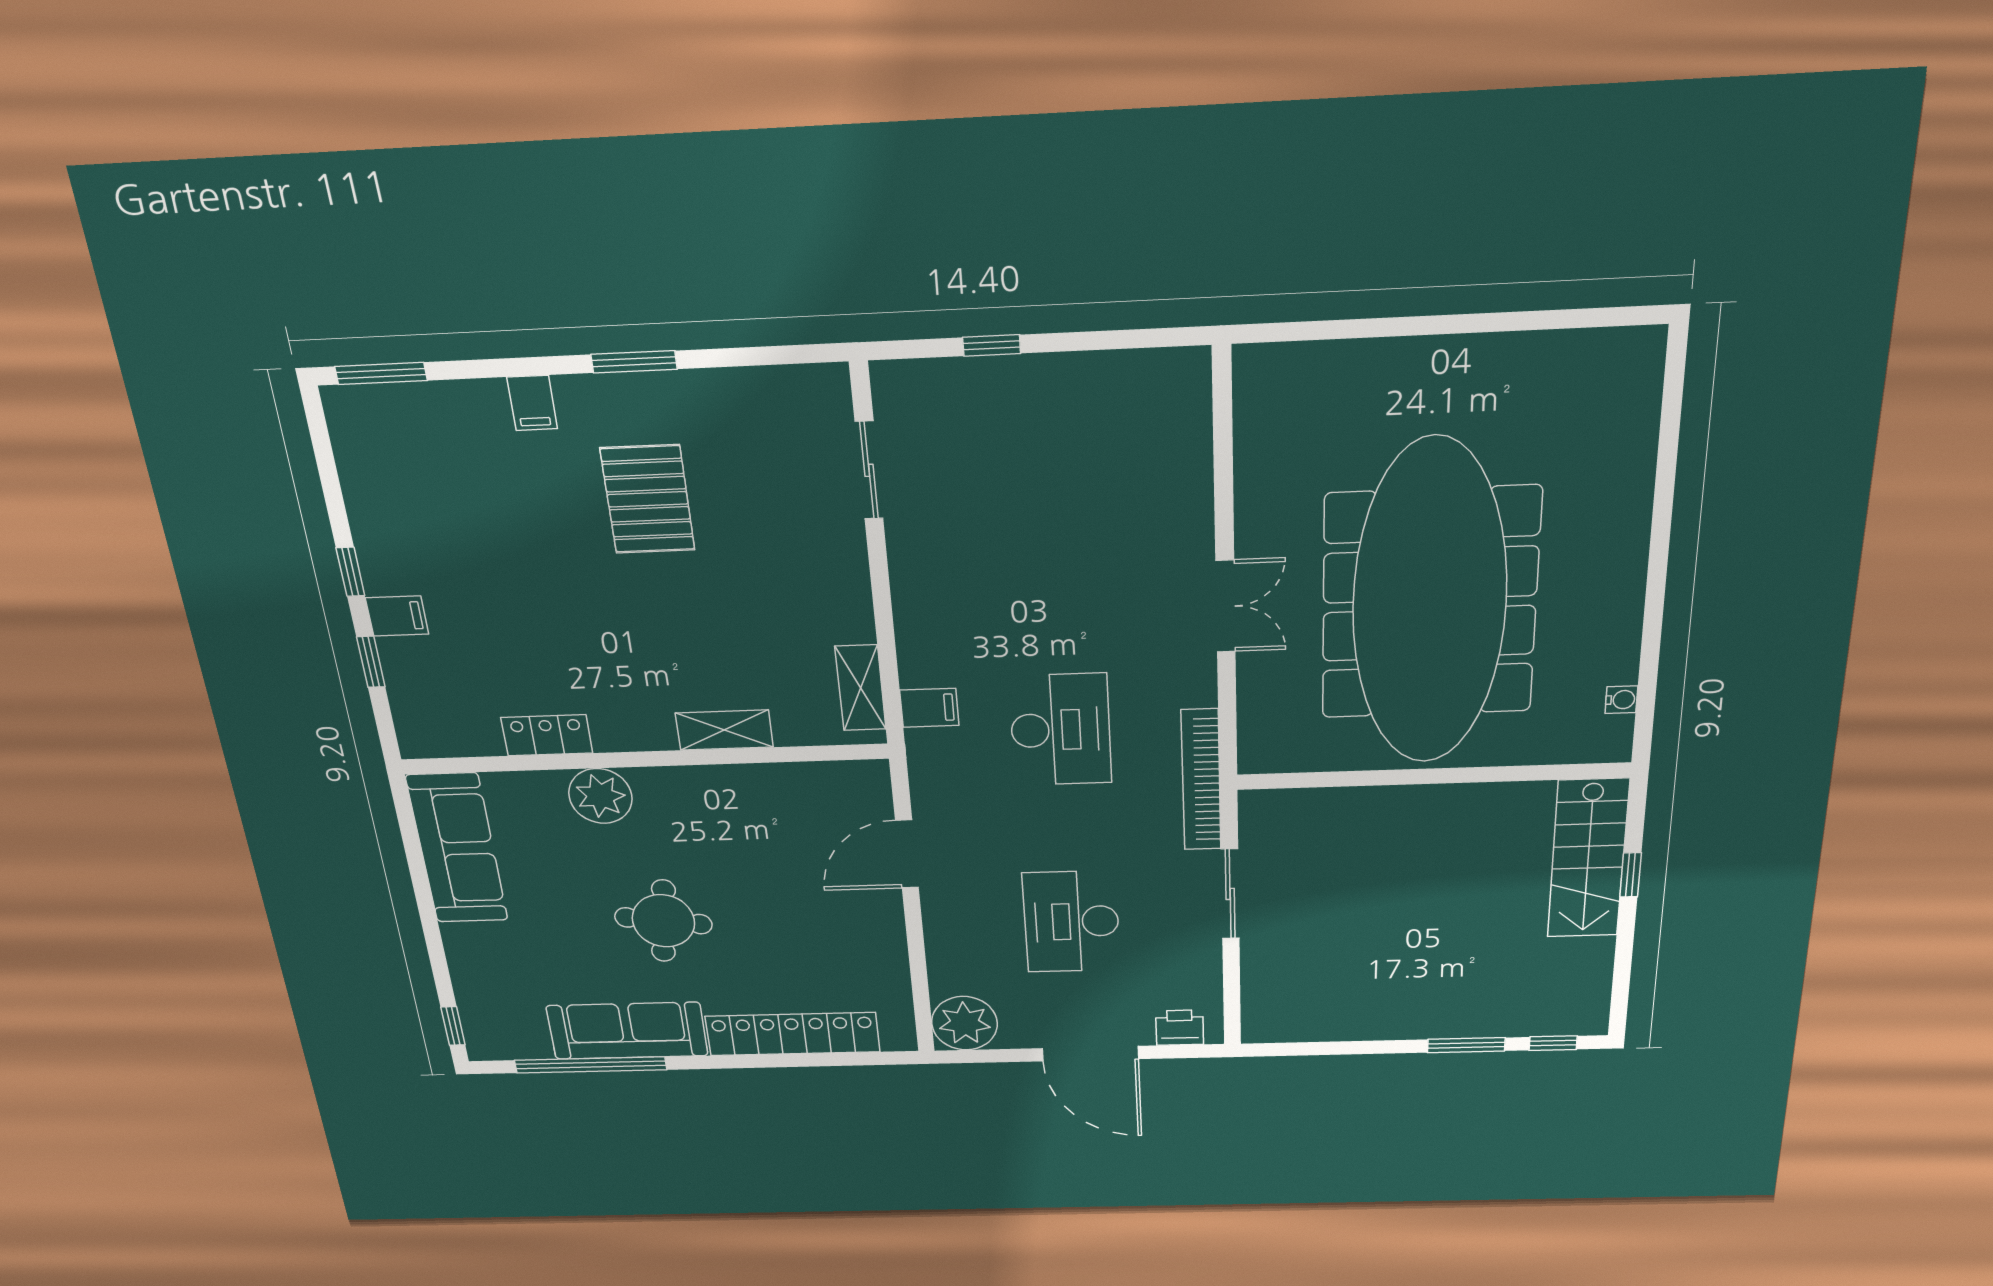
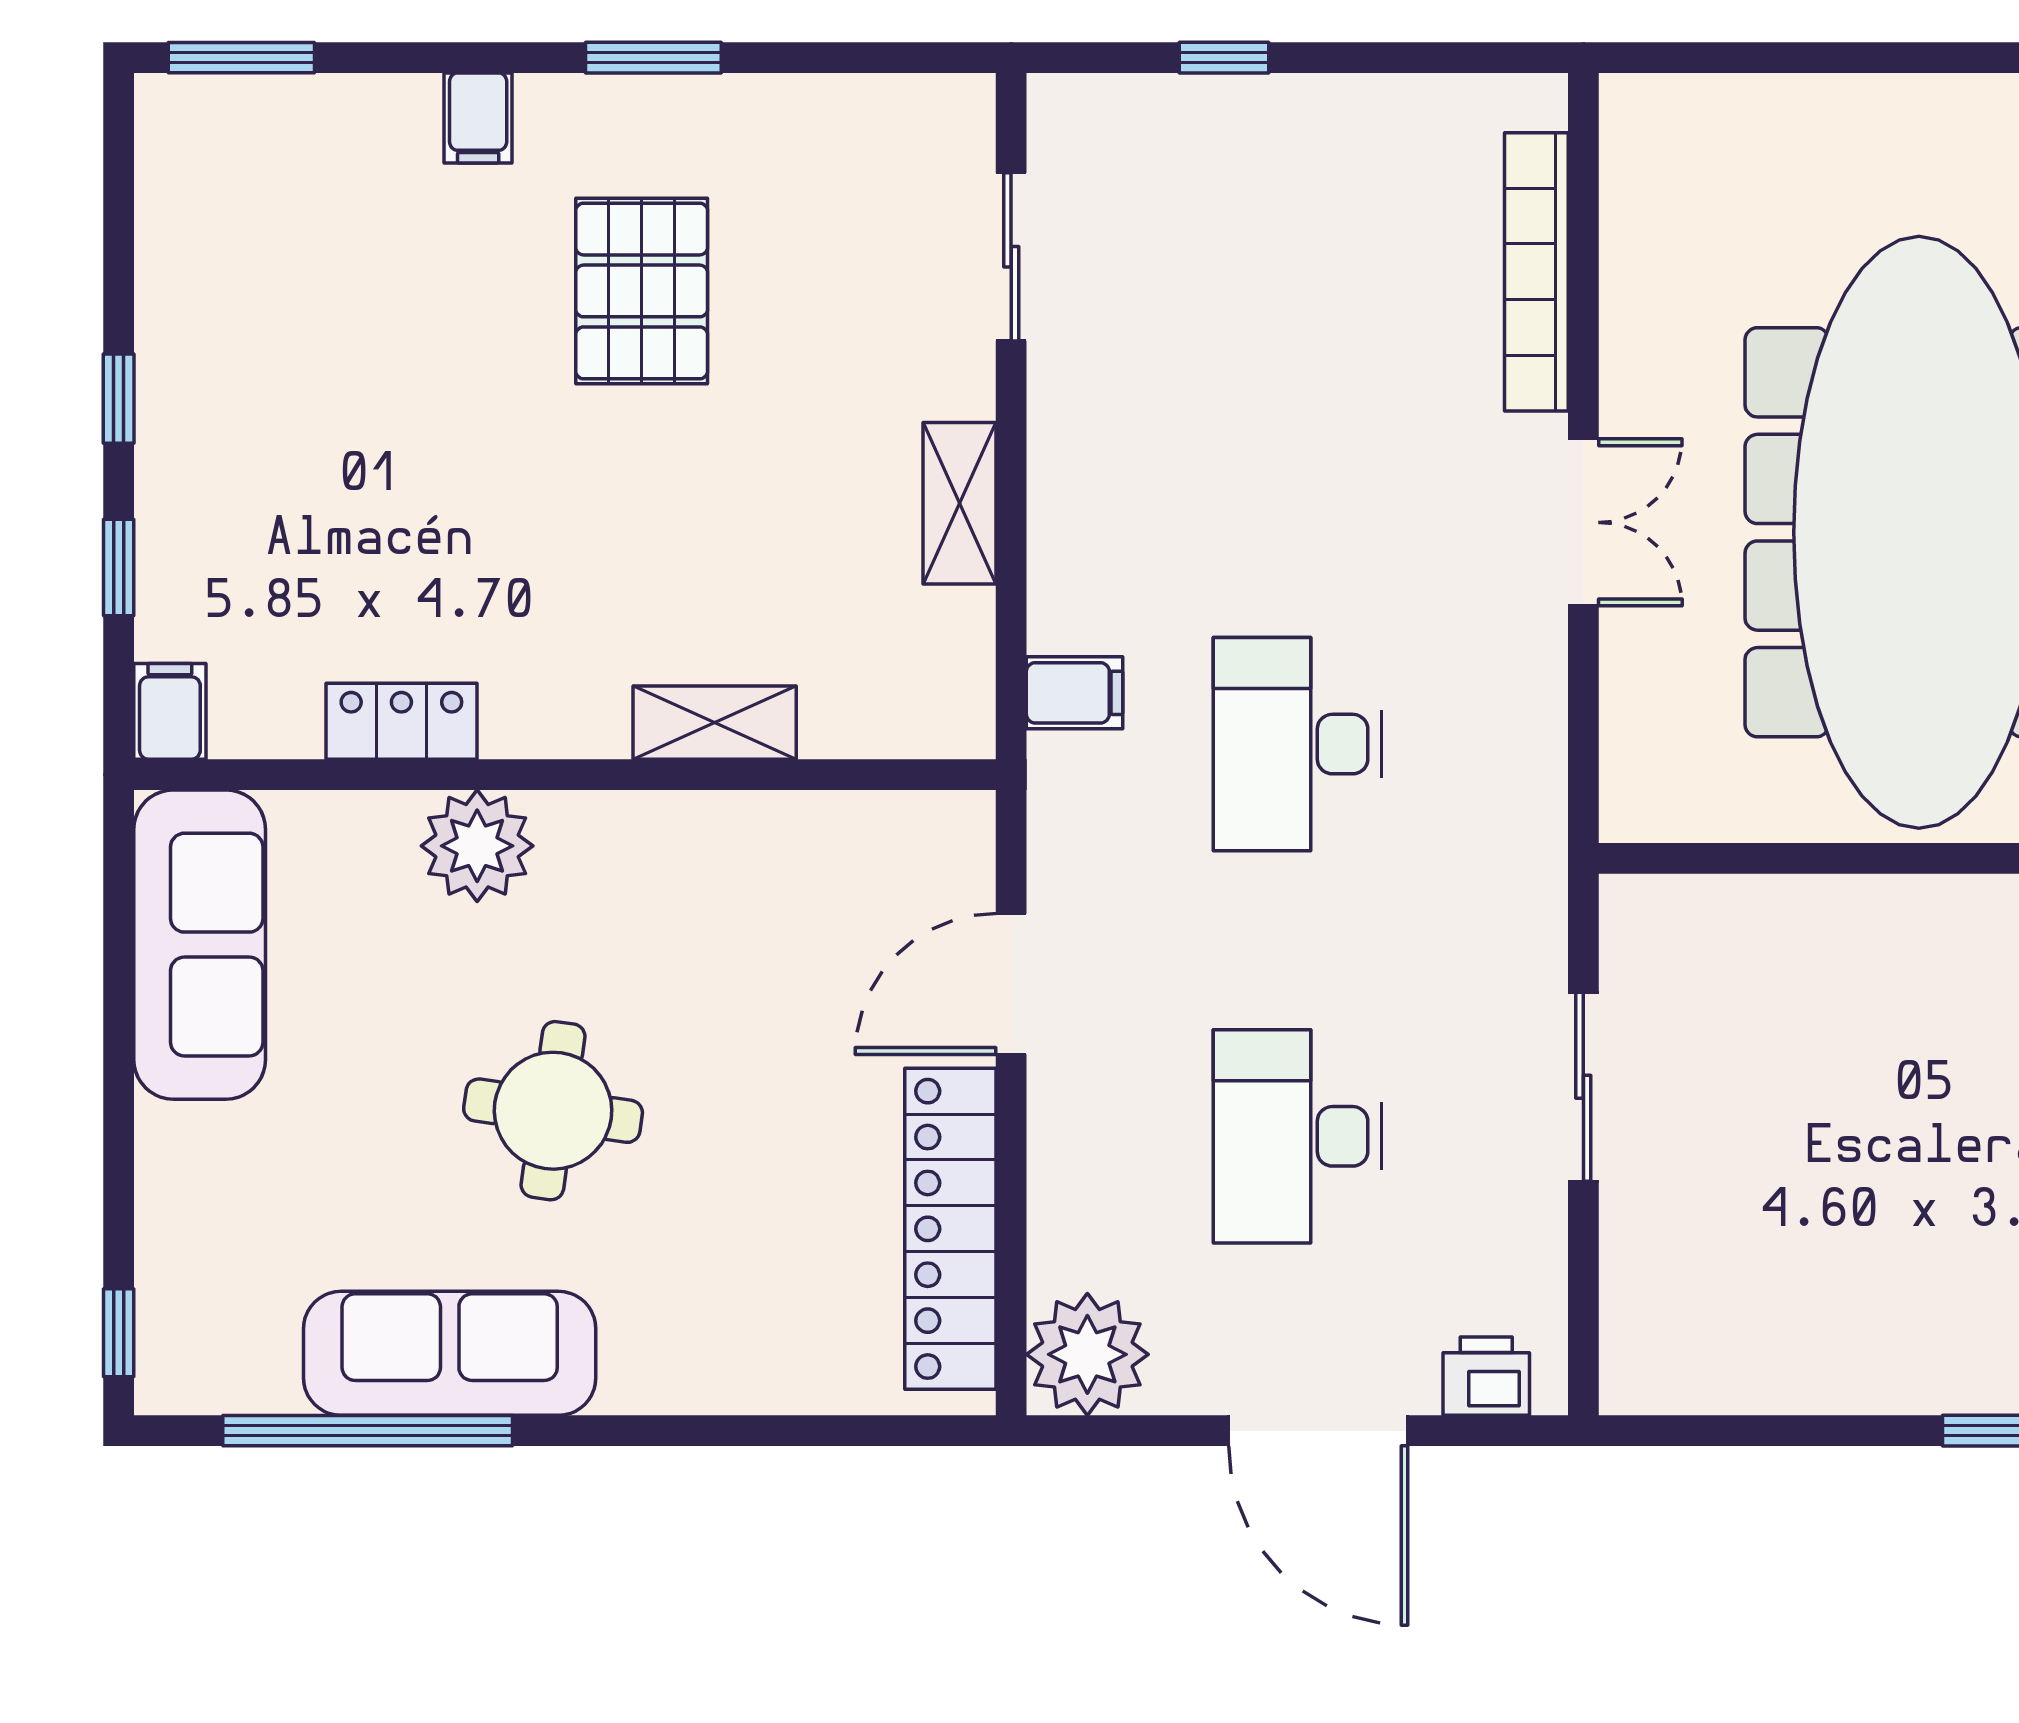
filing cabinet: (397, 616) -> (170, 711), moved, turned -90
shelving: (860, 688) -> (960, 503), moved
desk: (1060, 730) -> (1297, 744), turned 180
bookcase: (1201, 780) -> (1536, 272), moved
locker: (793, 1034) -> (950, 1229), moved, turned -90

